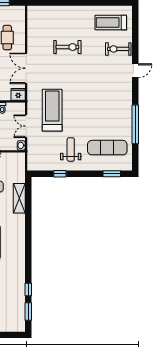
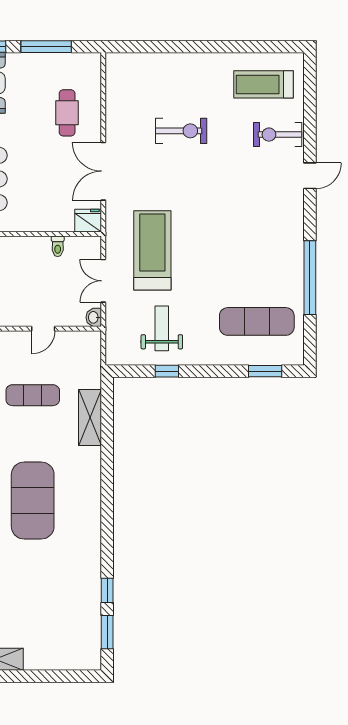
weight bench: (71, 149) -> (162, 328), moved

